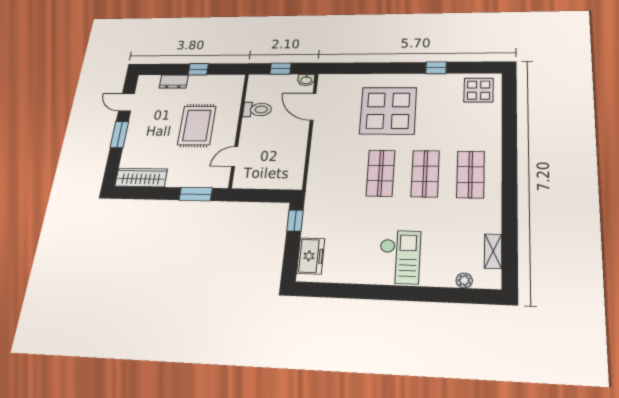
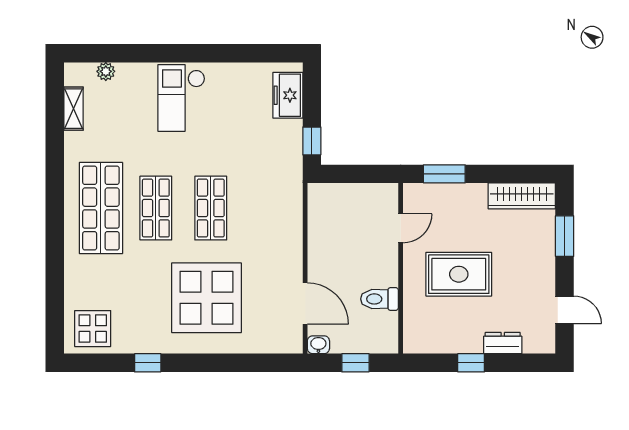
rug: (197, 125) -> (459, 274), turned 90
window: (119, 134) -> (565, 236), moved
shop shelf: (470, 174) -> (101, 208), width x1.43, depth x1.36

